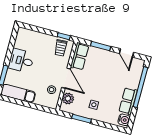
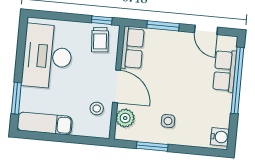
desk: (21, 61) -> (47, 56), width x1.87, depth x1.30
row of seats: (128, 101) -> (225, 71), moved

